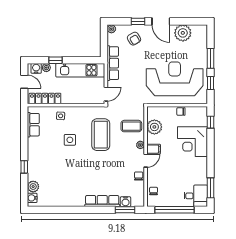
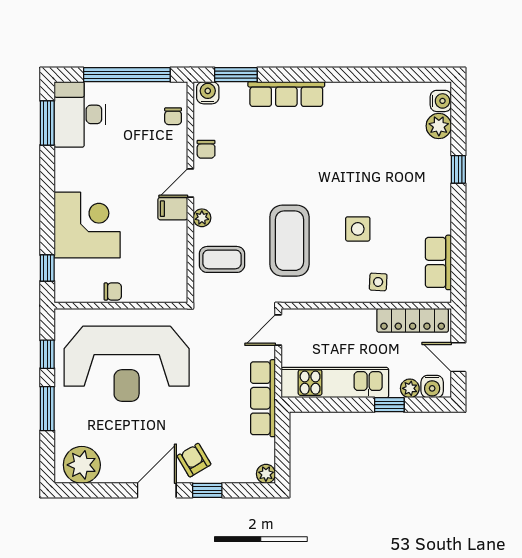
door: (161, 21) -> (157, 490), hinge flipped
plant: (183, 33) -> (82, 465), moved
armchair: (134, 39) -> (194, 460), moved
plant: (154, 127) -> (171, 257), removed
desk: (196, 196) -> (80, 114), width x1.37
water cooler: (125, 202) -> (208, 93), moved

